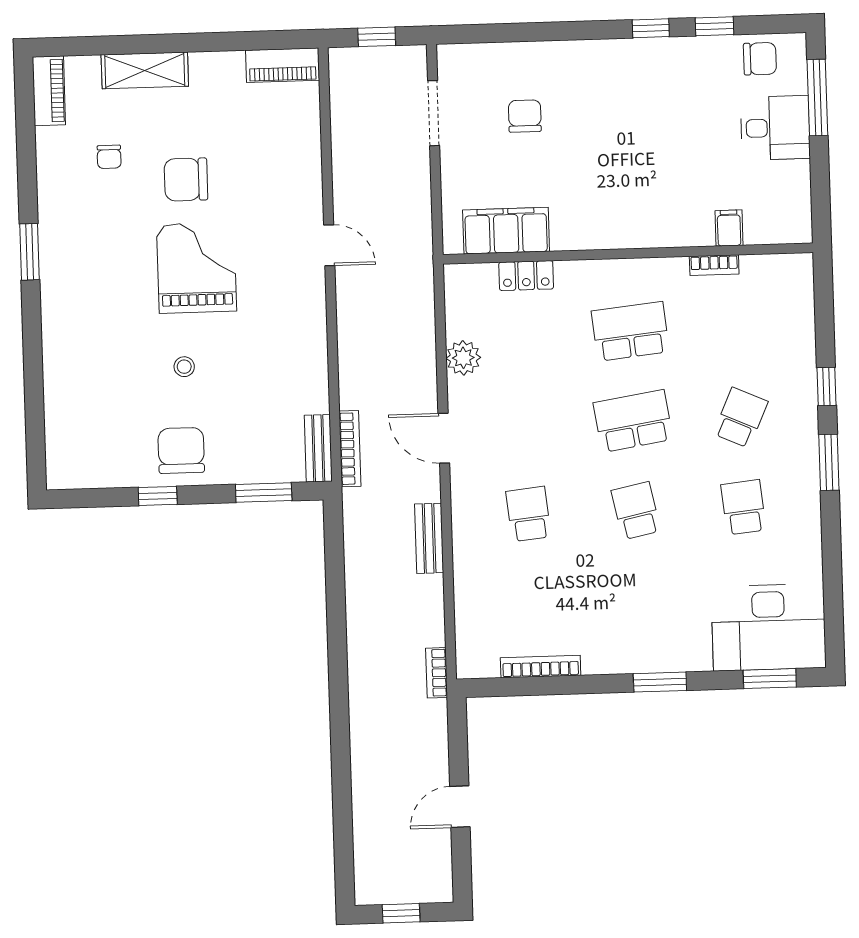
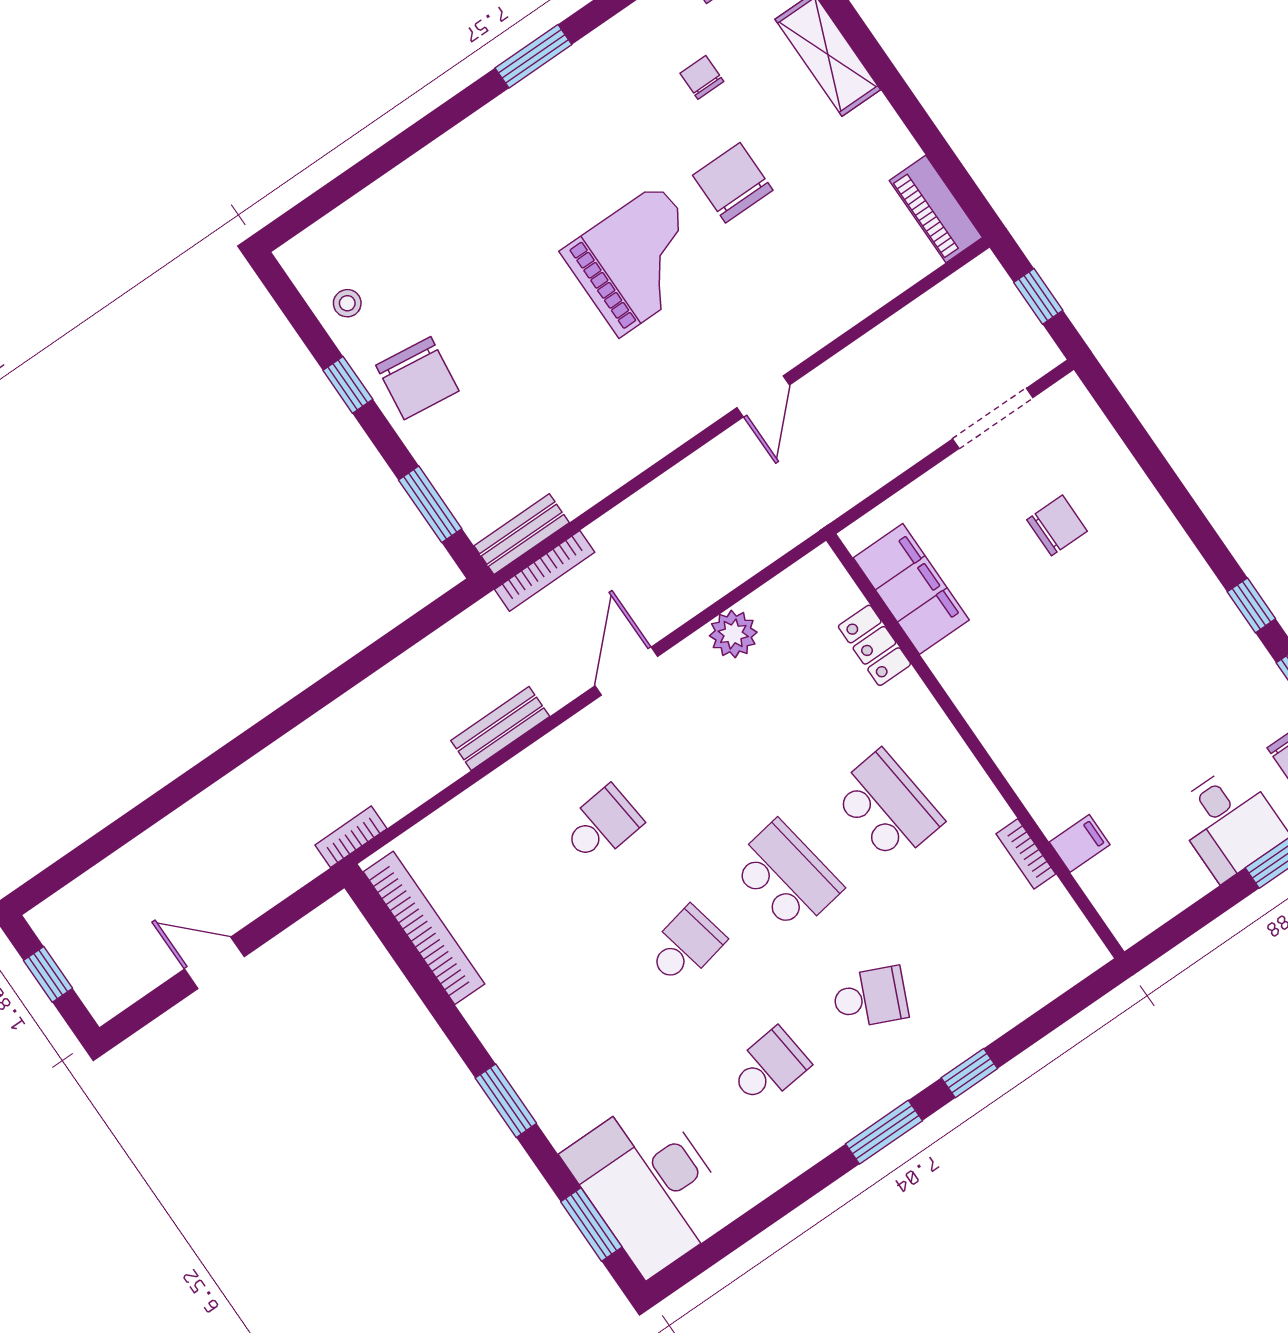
chair: (109, 157) -> (702, 77), turned 90
stool: (184, 367) -> (347, 303), moved
chair: (181, 450) -> (417, 378), turned 97
bookcase: (541, 667) -> (424, 928), width x1.48, depth x1.31

